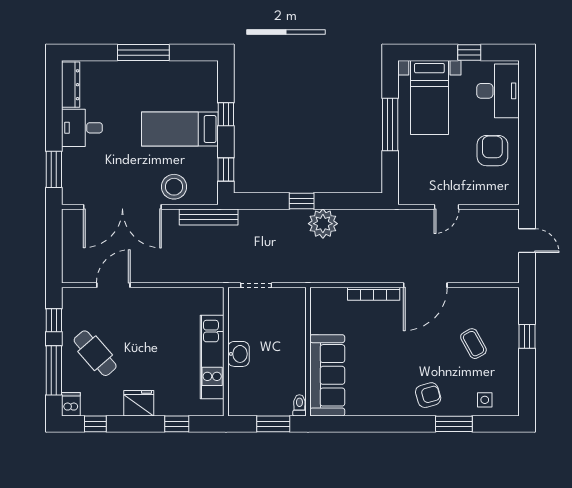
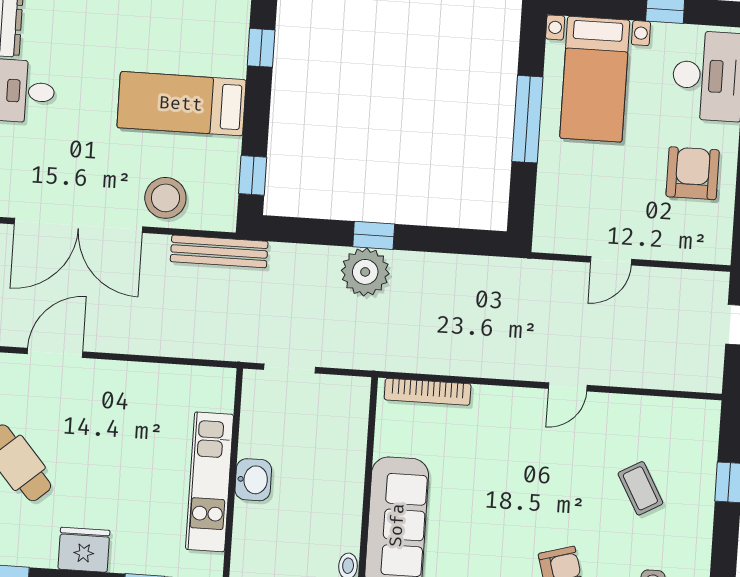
window: (226, 114) -> (261, 48), moved
plant: (323, 224) -> (365, 272), moved
door: (425, 285) -> (568, 387), width x0.53
bookcase: (374, 294) -> (428, 392), moved

